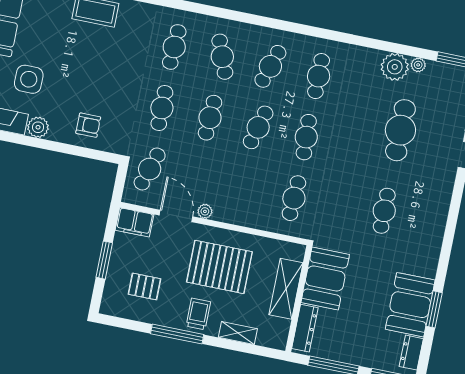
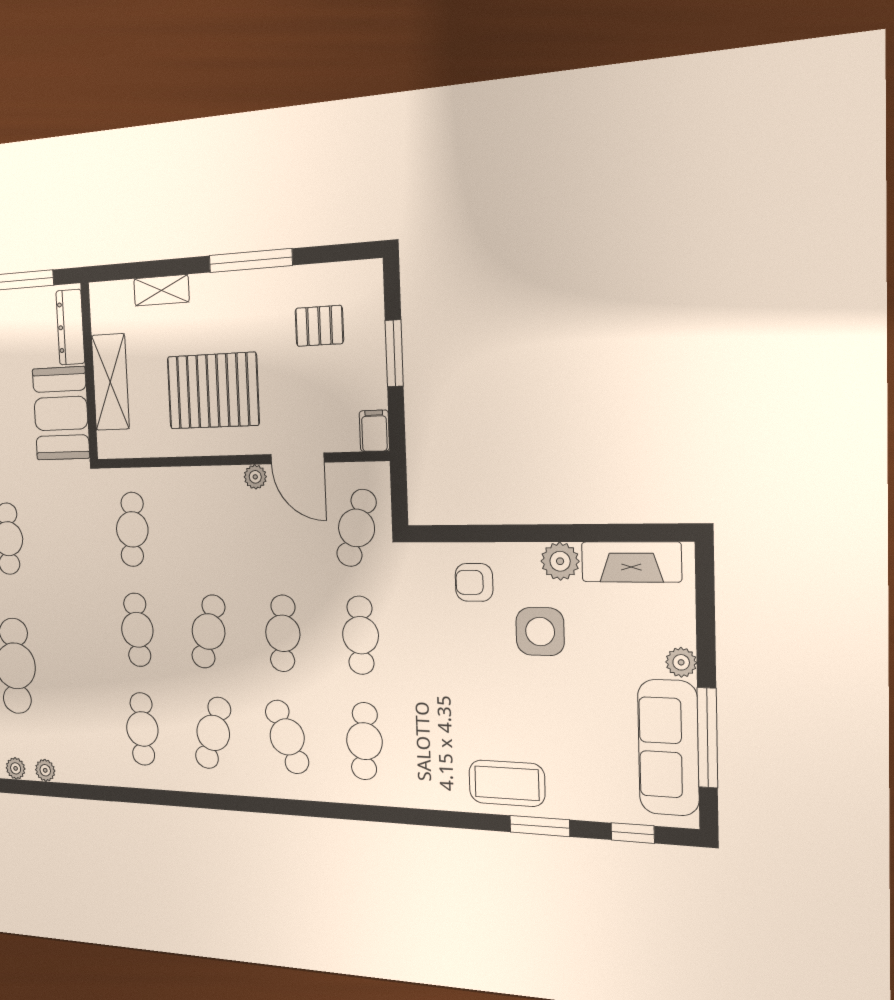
plant: (395, 67) -> (45, 770), width x0.53, depth x0.53
side table: (29, 79) -> (540, 632), moved
filing cabinet: (134, 222) -> (374, 431), width x0.50
trolley: (198, 314) -> (227, 304), removed

